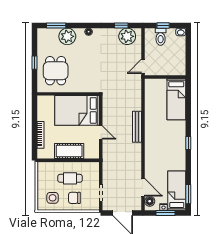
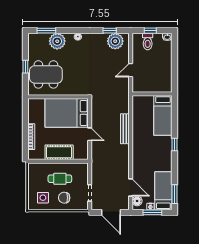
dining table: (56, 71) -> (46, 74), width x1.38
wall: (165, 77) -> (152, 94), moved
bed: (176, 99) -> (163, 115), moved

